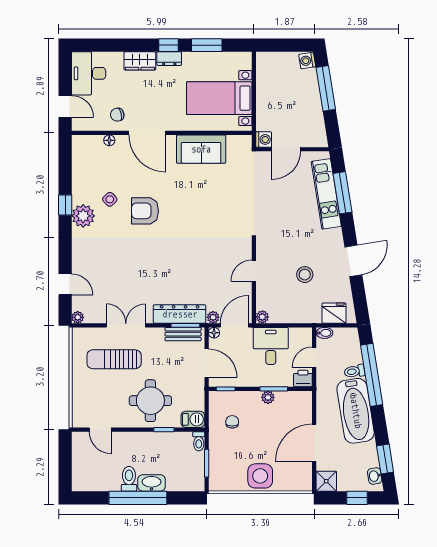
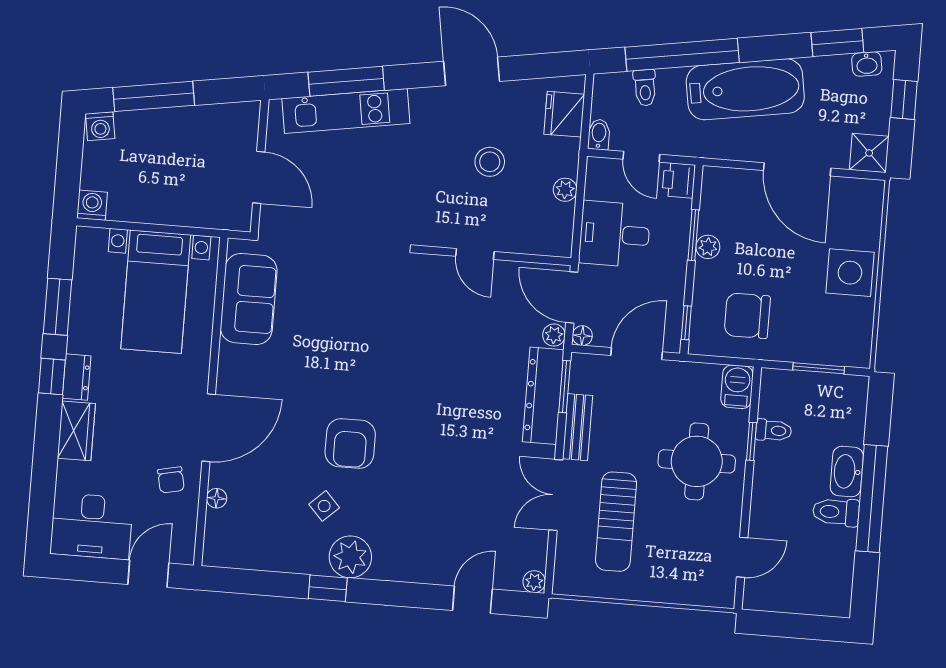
washing machine: (264, 139) -> (92, 205), moved
sofa: (201, 149) -> (249, 299), moved
plant: (262, 317) -> (565, 190), moved
bench: (183, 334) -> (577, 427), moved
toilet: (354, 371) -> (645, 88), moved
chair: (232, 422) -> (747, 316), width x1.87, depth x1.87
toilet: (199, 441) -> (774, 430), moved

